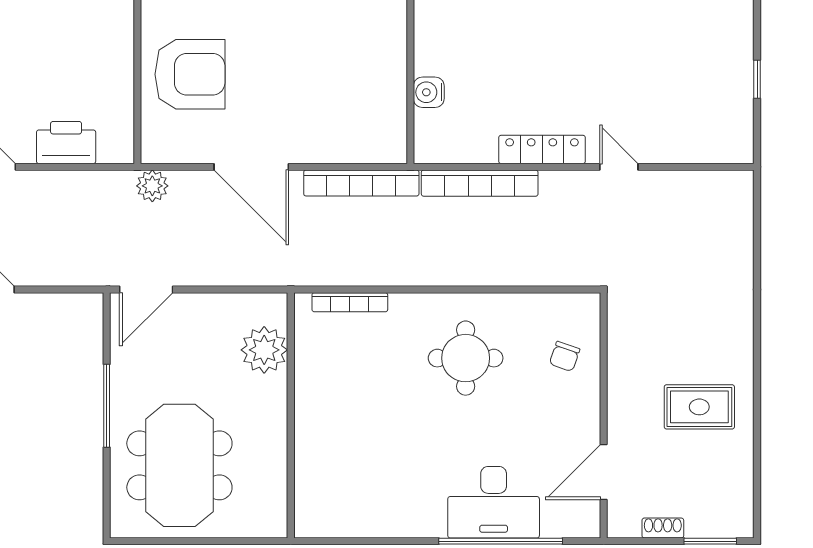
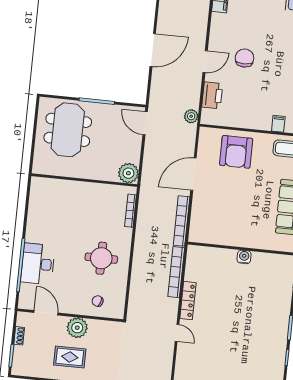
water cooler: (429, 92) -> (244, 257), moved
door: (619, 167) -> (177, 333), hinge flipped
plant: (152, 186) -> (191, 116), moved
plant: (264, 350) -> (128, 173), moved
plant: (630, 397) -> (77, 328), added
rug: (699, 407) -> (70, 357), turned 90
meeting table: (179, 465) -> (68, 130), turned 90

